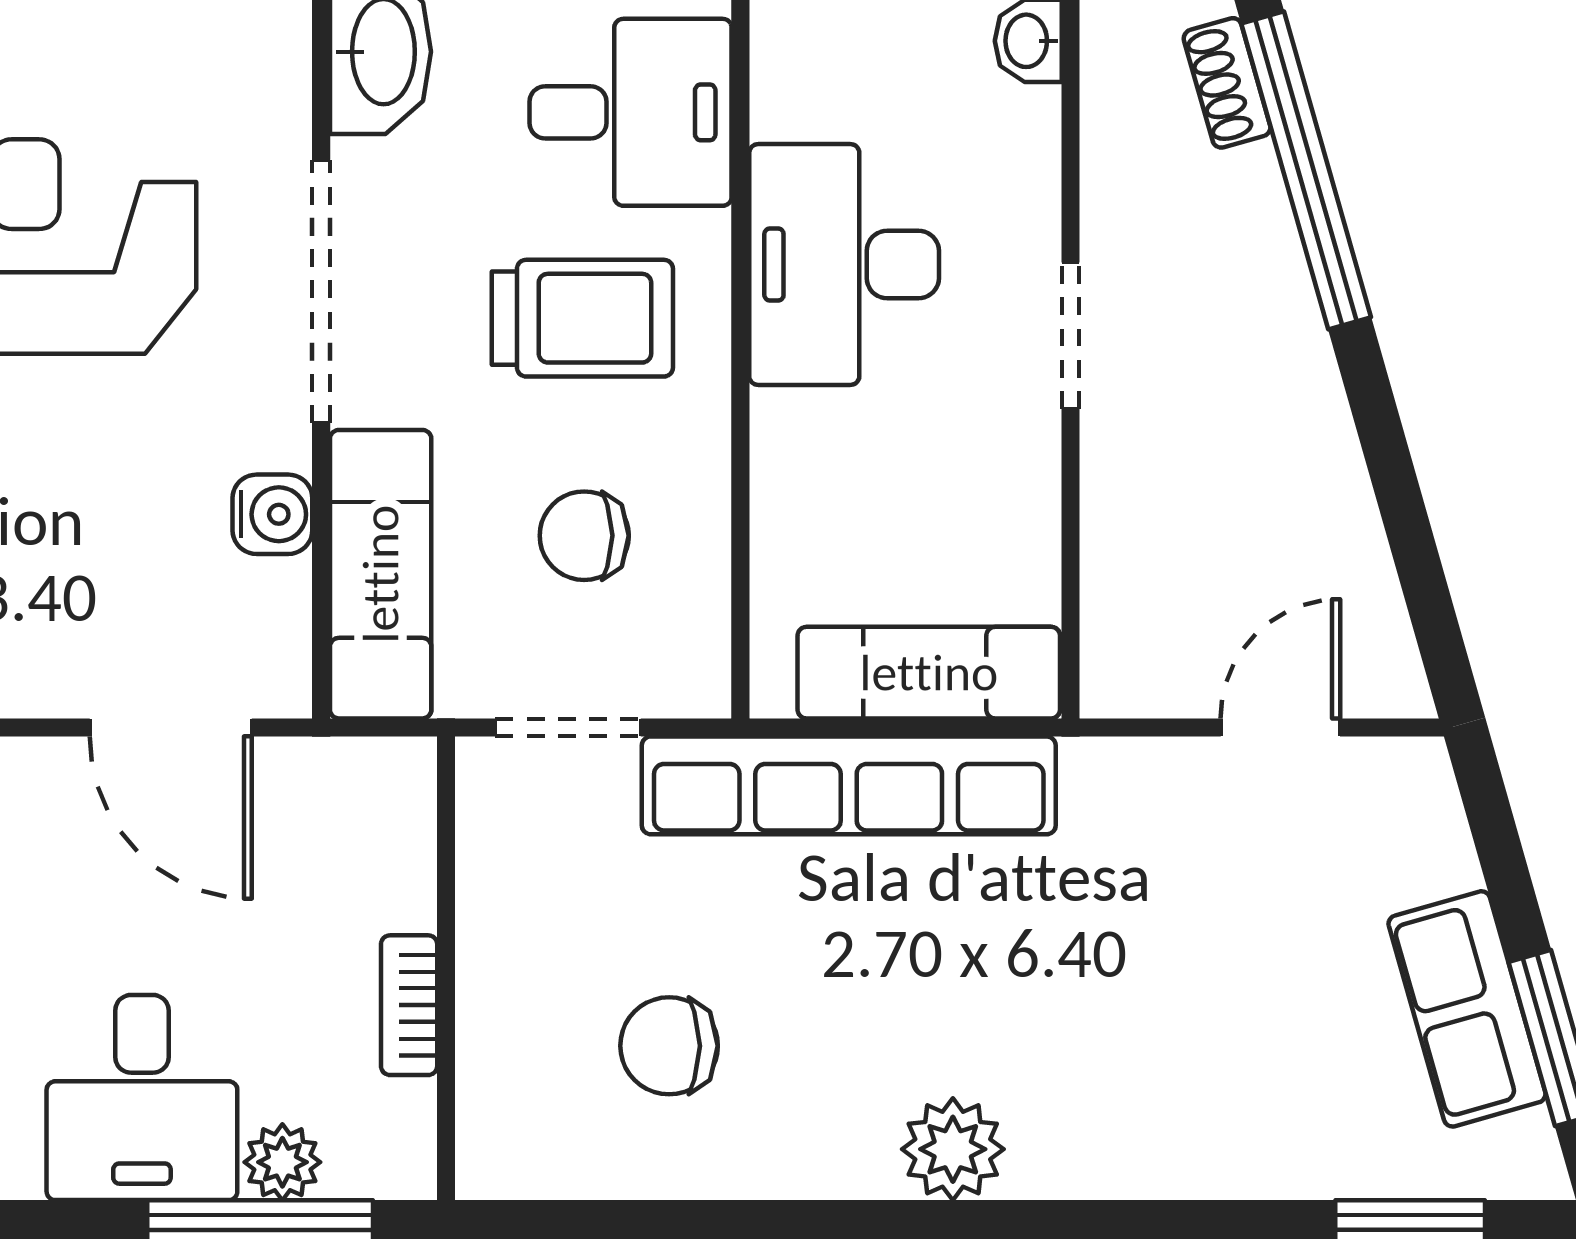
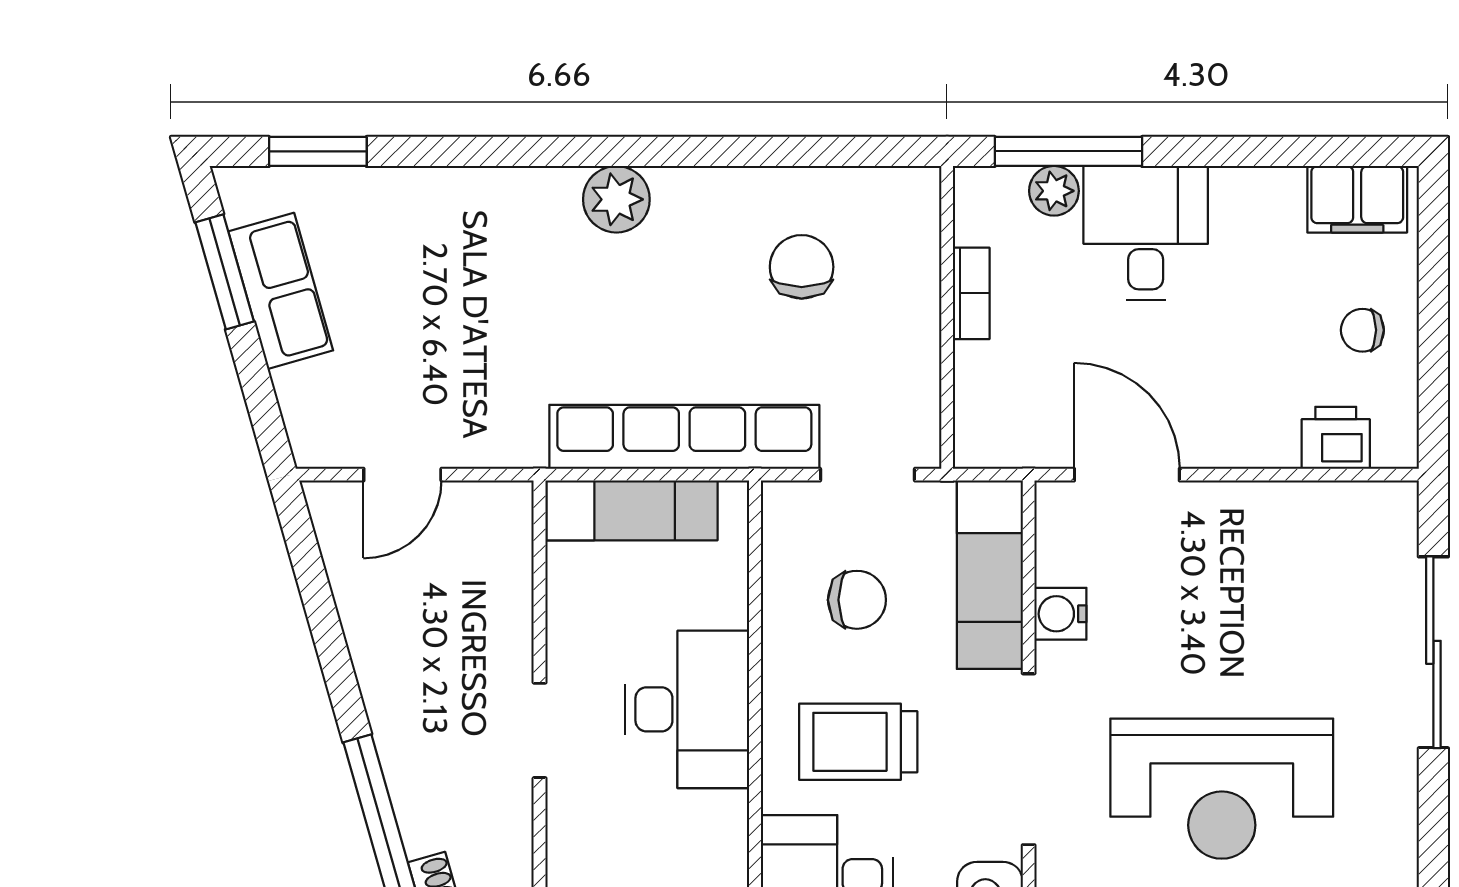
desk: (844, 265) -> (687, 709), moved
chair: (669, 1046) -> (802, 267), turned -90

